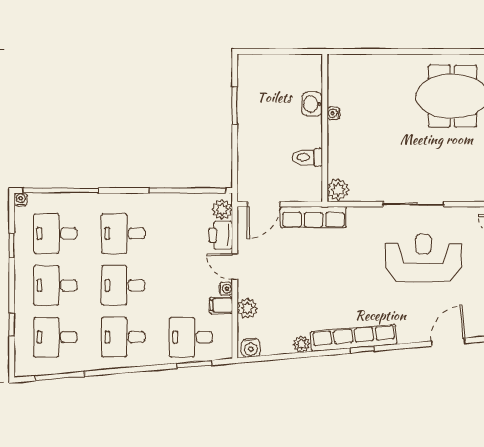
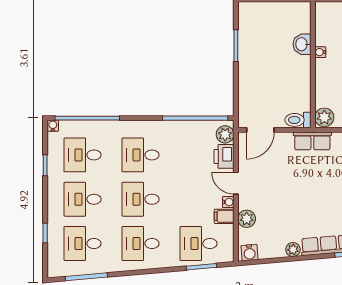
toilet: (307, 157) -> (298, 120), moved
row of seats: (314, 217) -> (312, 141), width x0.68

